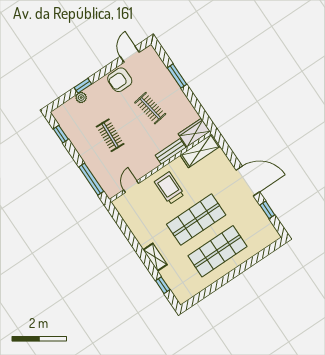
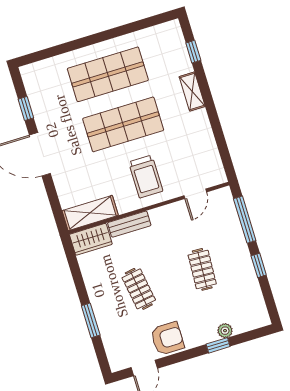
window: (61, 134) -> (259, 265), moved

